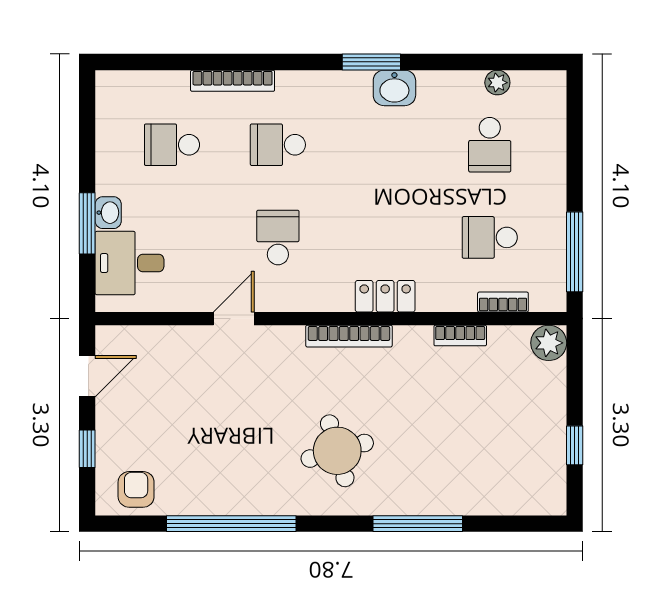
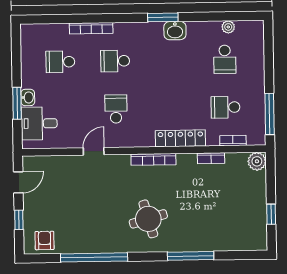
locker: (385, 296) -> (180, 138), width x1.53

